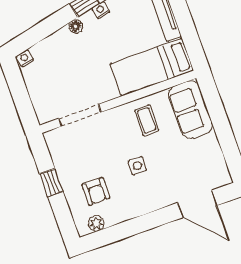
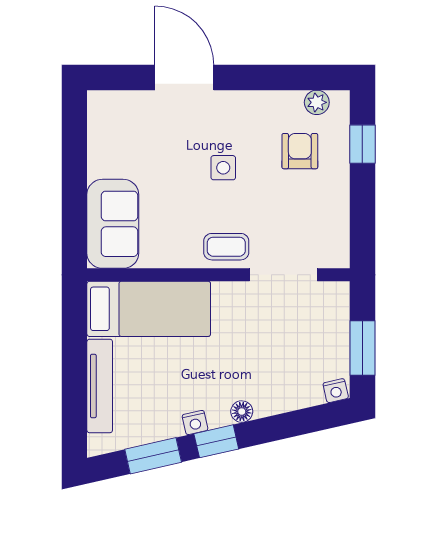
window: (18, 89) -> (362, 348), added
coffee table: (147, 120) -> (226, 247), moved, turned 90
window: (51, 183) -> (362, 144), moved
door: (197, 204) -> (184, 78), moved

